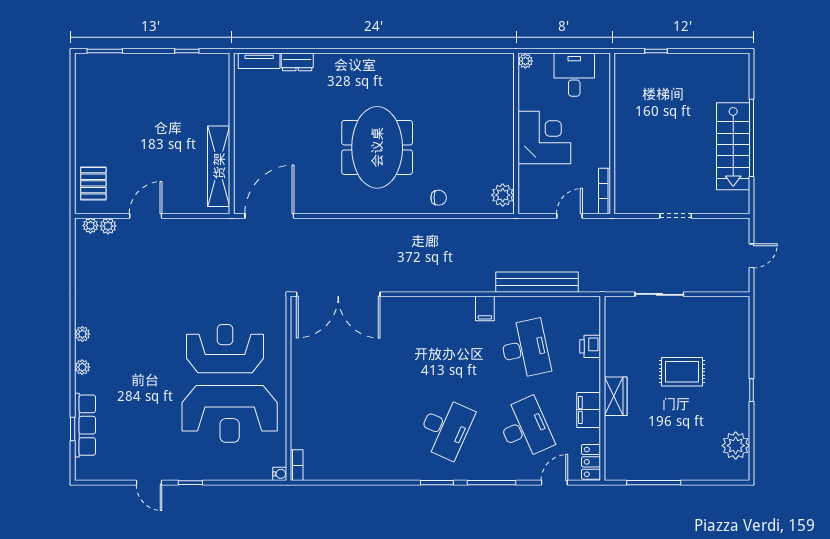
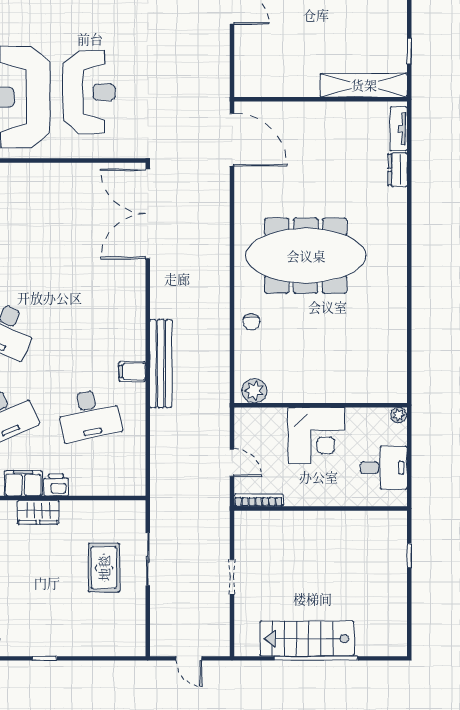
meeting table: (377, 147) -> (306, 256), width x1.36
shelving: (219, 166) -> (364, 85), moved
bench: (537, 282) -> (161, 364), moved
printer: (590, 346) -> (56, 485), moved
rug: (682, 372) -> (104, 568), moved

